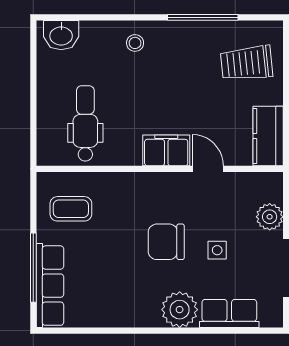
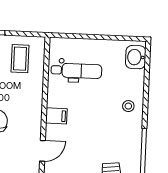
filing cabinet: (166, 150) -> (56, 116), width x0.50

